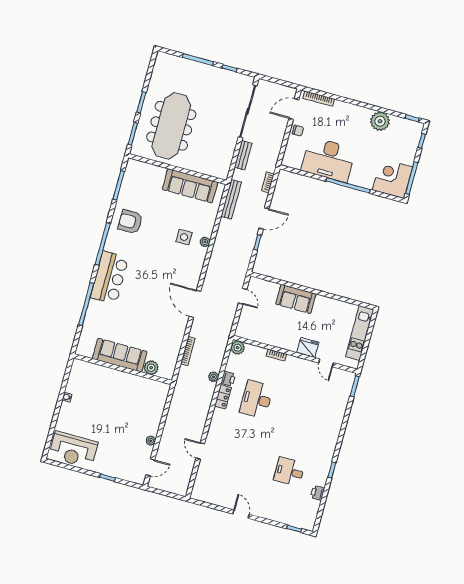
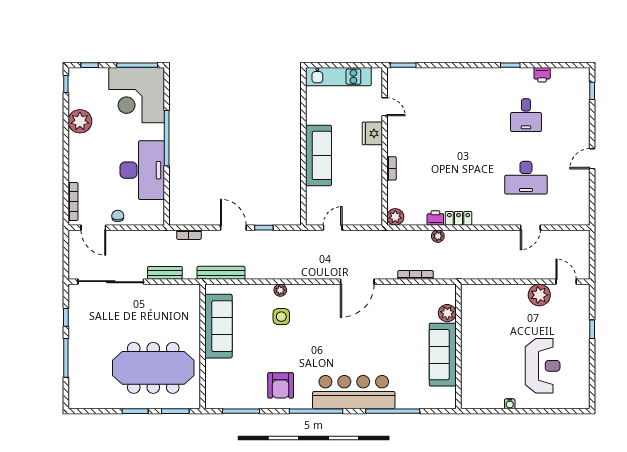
corner desk: (392, 178) -> (137, 95), width x1.36, depth x1.36
bar counter: (109, 278) -> (354, 392), width x1.36
sofa: (296, 299) -> (319, 155), width x1.36
door: (326, 363) -> (385, 107), hinge flipped
desk: (256, 399) -> (526, 178), moved
plant: (151, 441) -> (539, 295), width x1.88, depth x1.88
reception desk: (73, 450) -> (543, 366), moved

